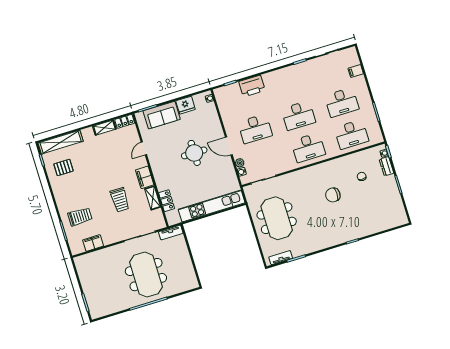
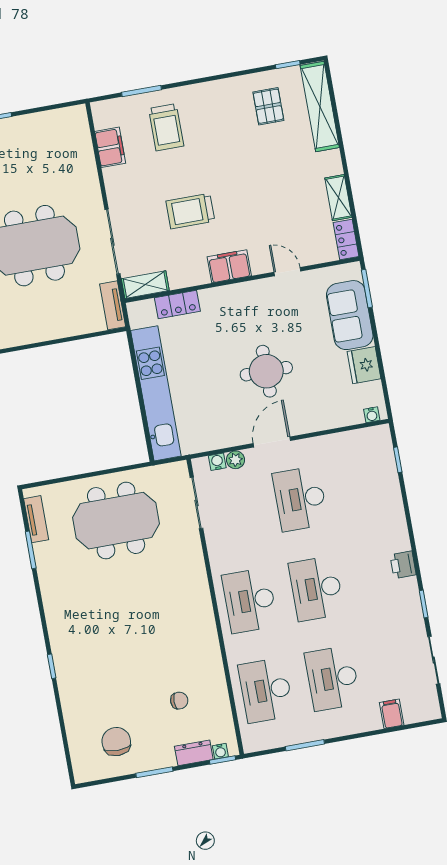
printer: (252, 86) -> (403, 565), moved, width x0.53, depth x0.68
chair: (333, 195) -> (116, 742), moved
shelving: (153, 198) -> (145, 285), moved

